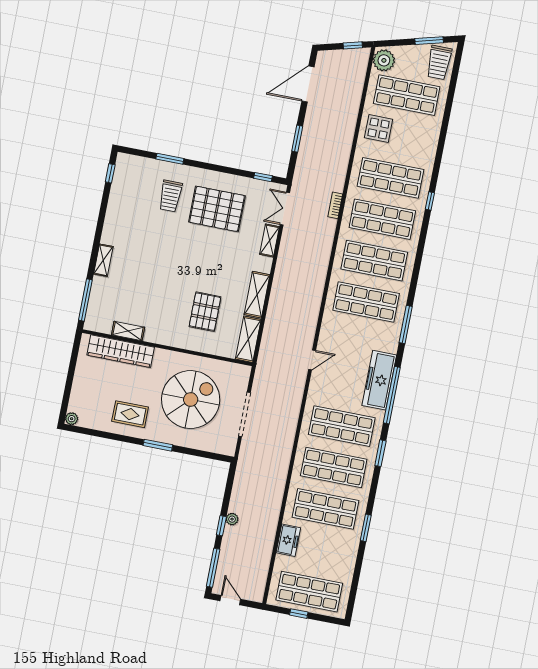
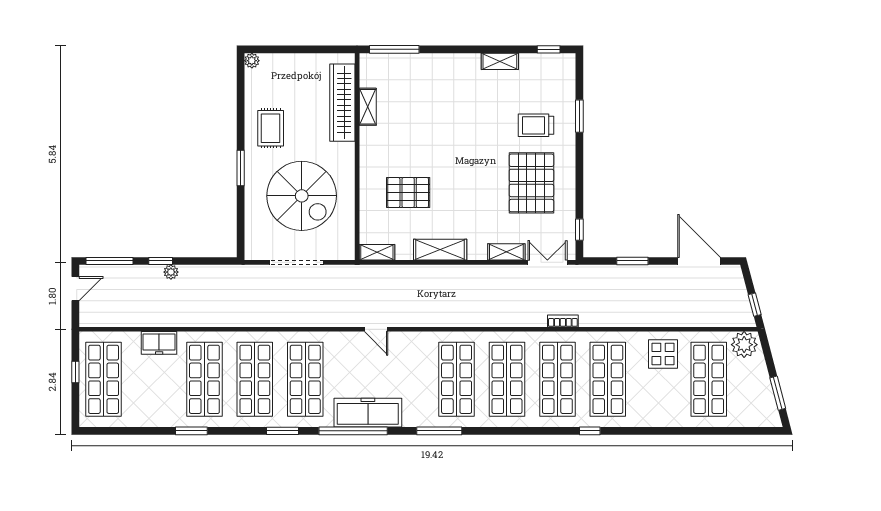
trolley: (439, 62) -> (754, 410), removed
shelving: (103, 260) -> (500, 61), moved
shelving: (248, 339) -> (377, 252), width x0.67, depth x0.75

